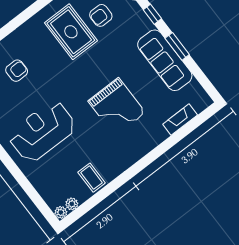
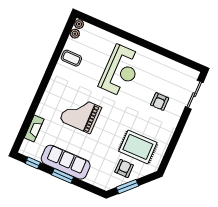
window: (152, 14) -> (33, 163), moved

